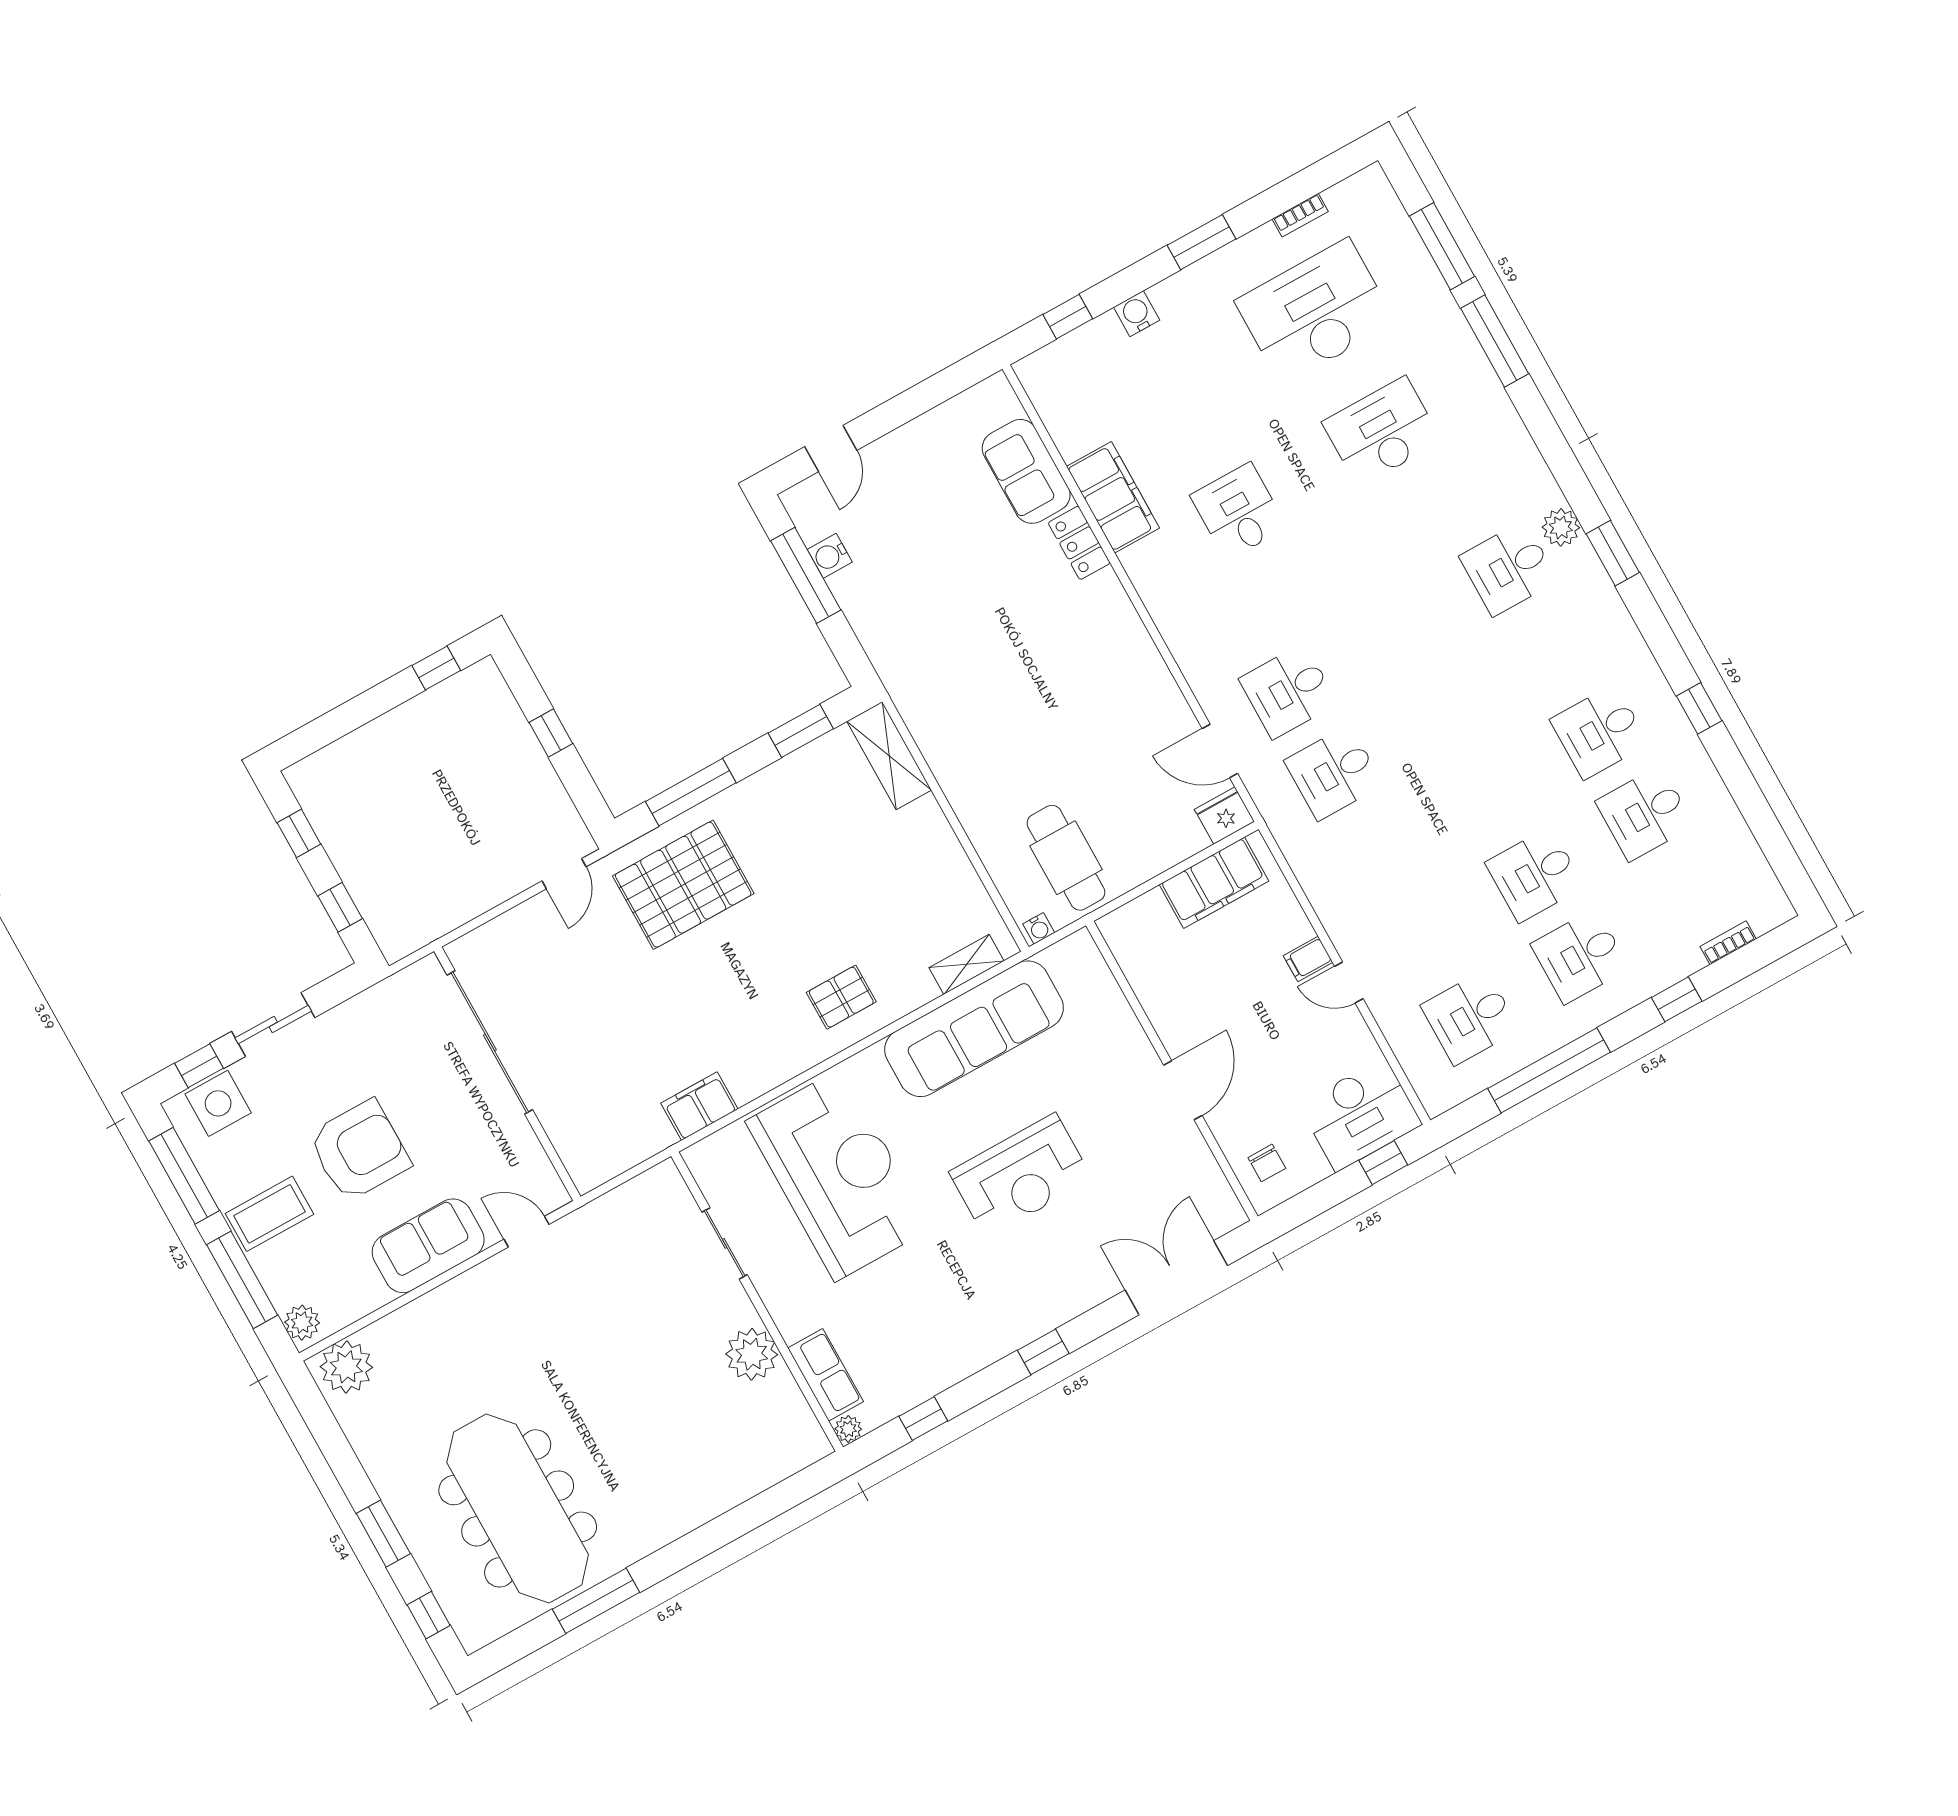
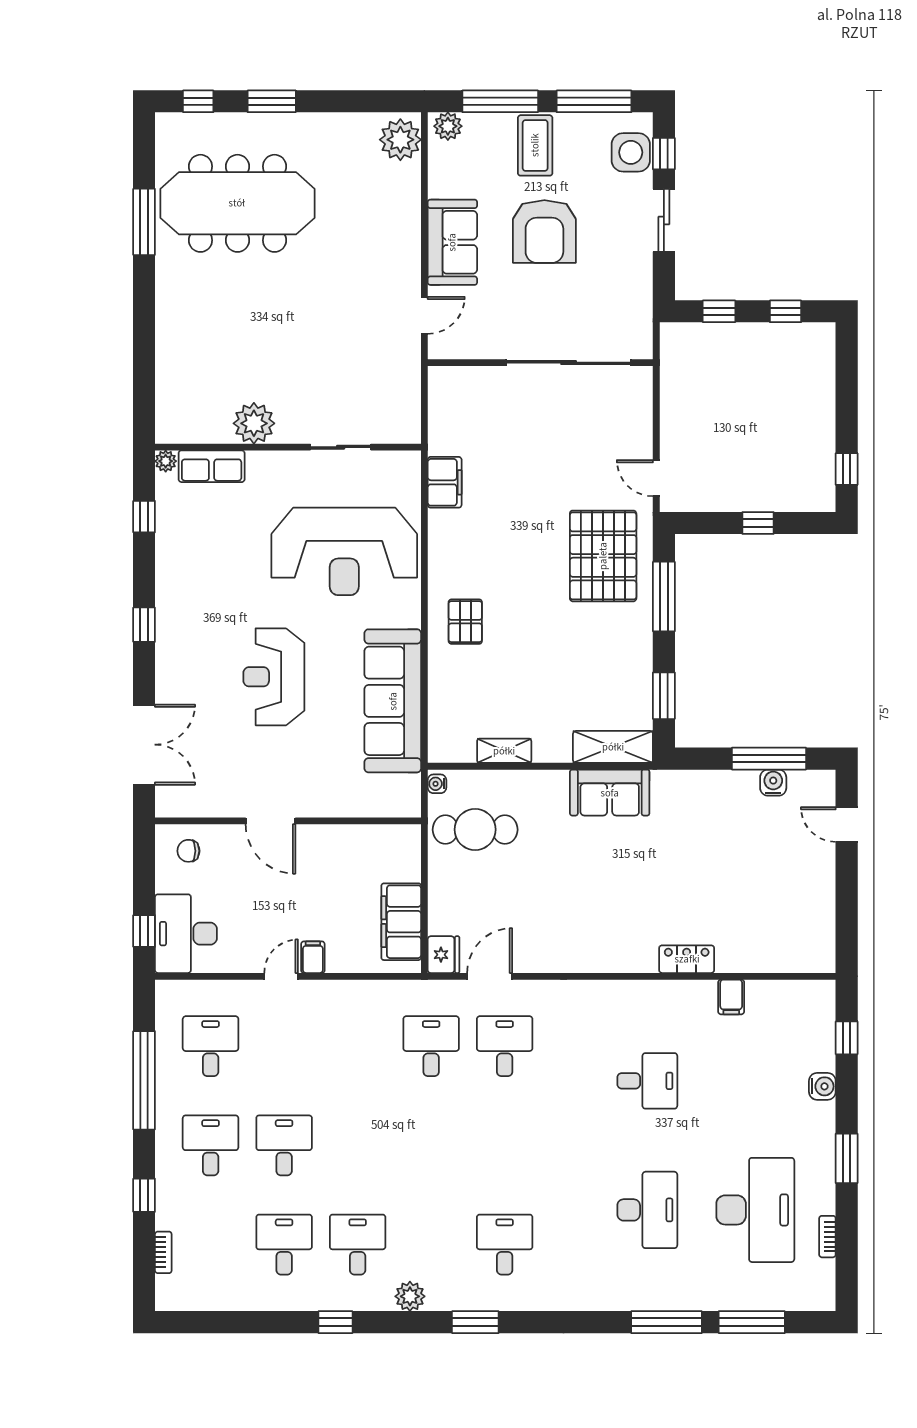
sofa: (1026, 471) -> (610, 793), moved, turned 180
filing cabinet: (1113, 497) -> (731, 997), width x0.33, depth x0.86
plant: (1561, 527) -> (410, 1296), moved
shelving: (966, 964) -> (504, 751), moved, turned 90

